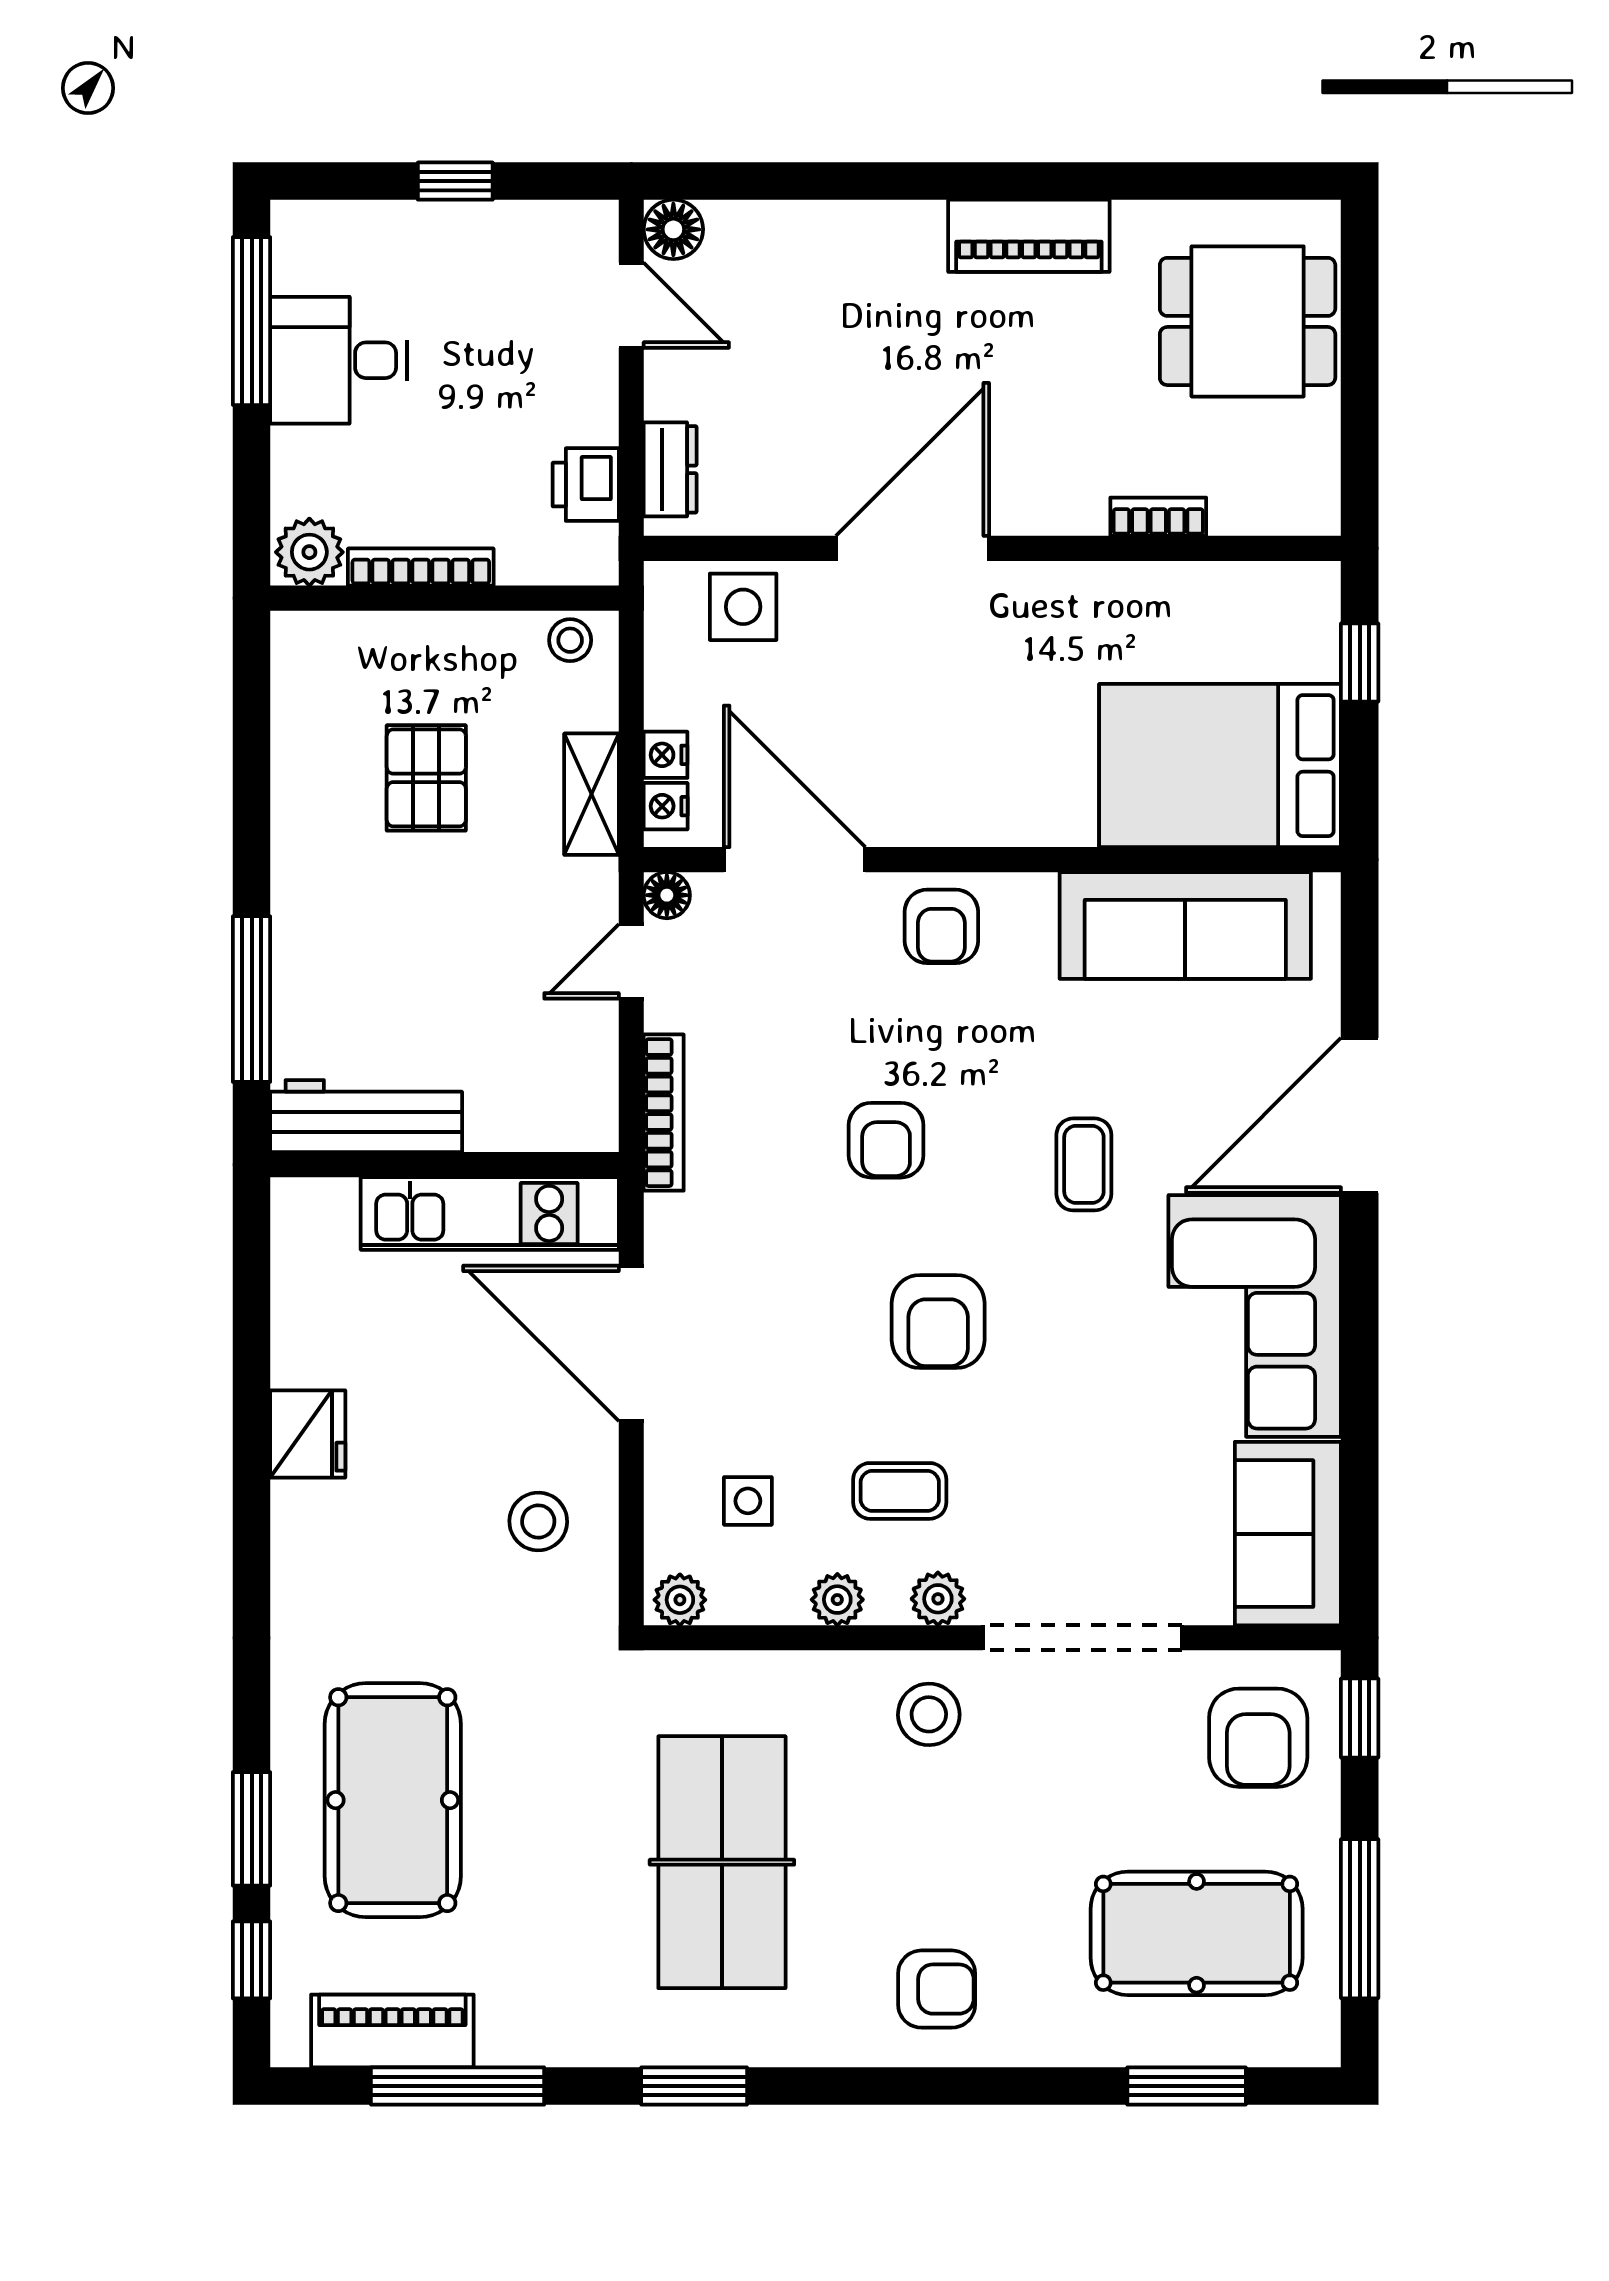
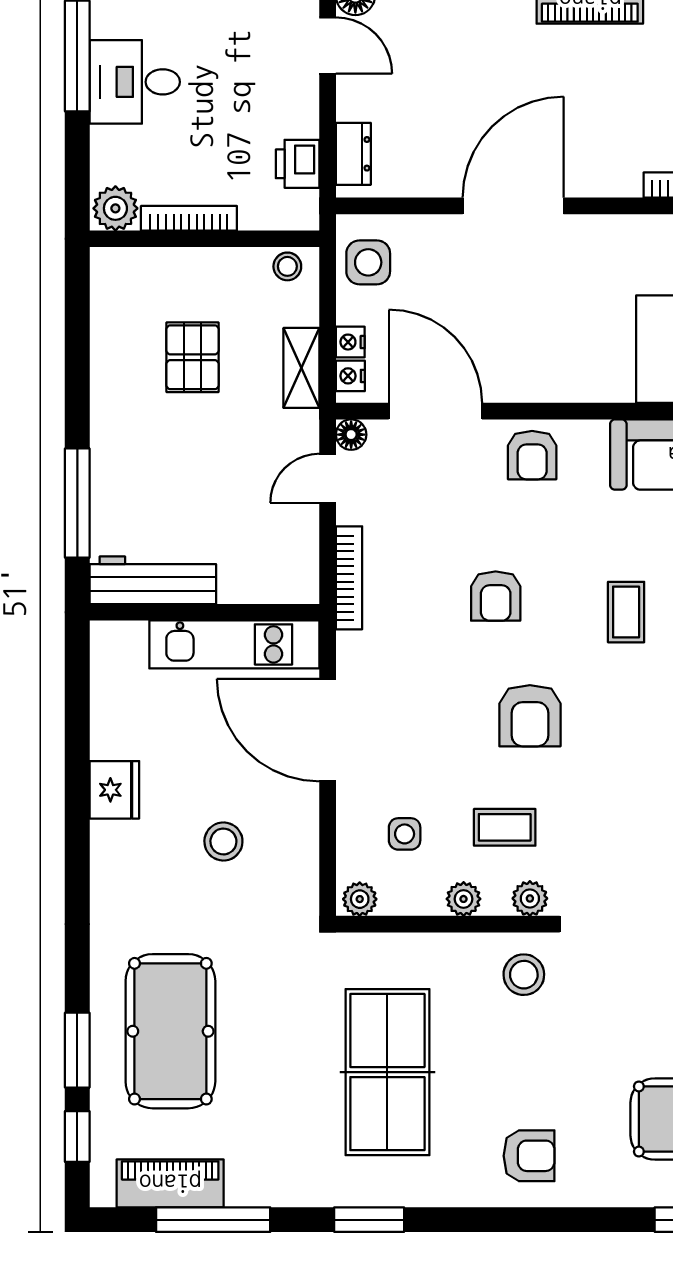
side table: (743, 607) -> (368, 262), moved
stool: (538, 1521) -> (223, 841), moved

